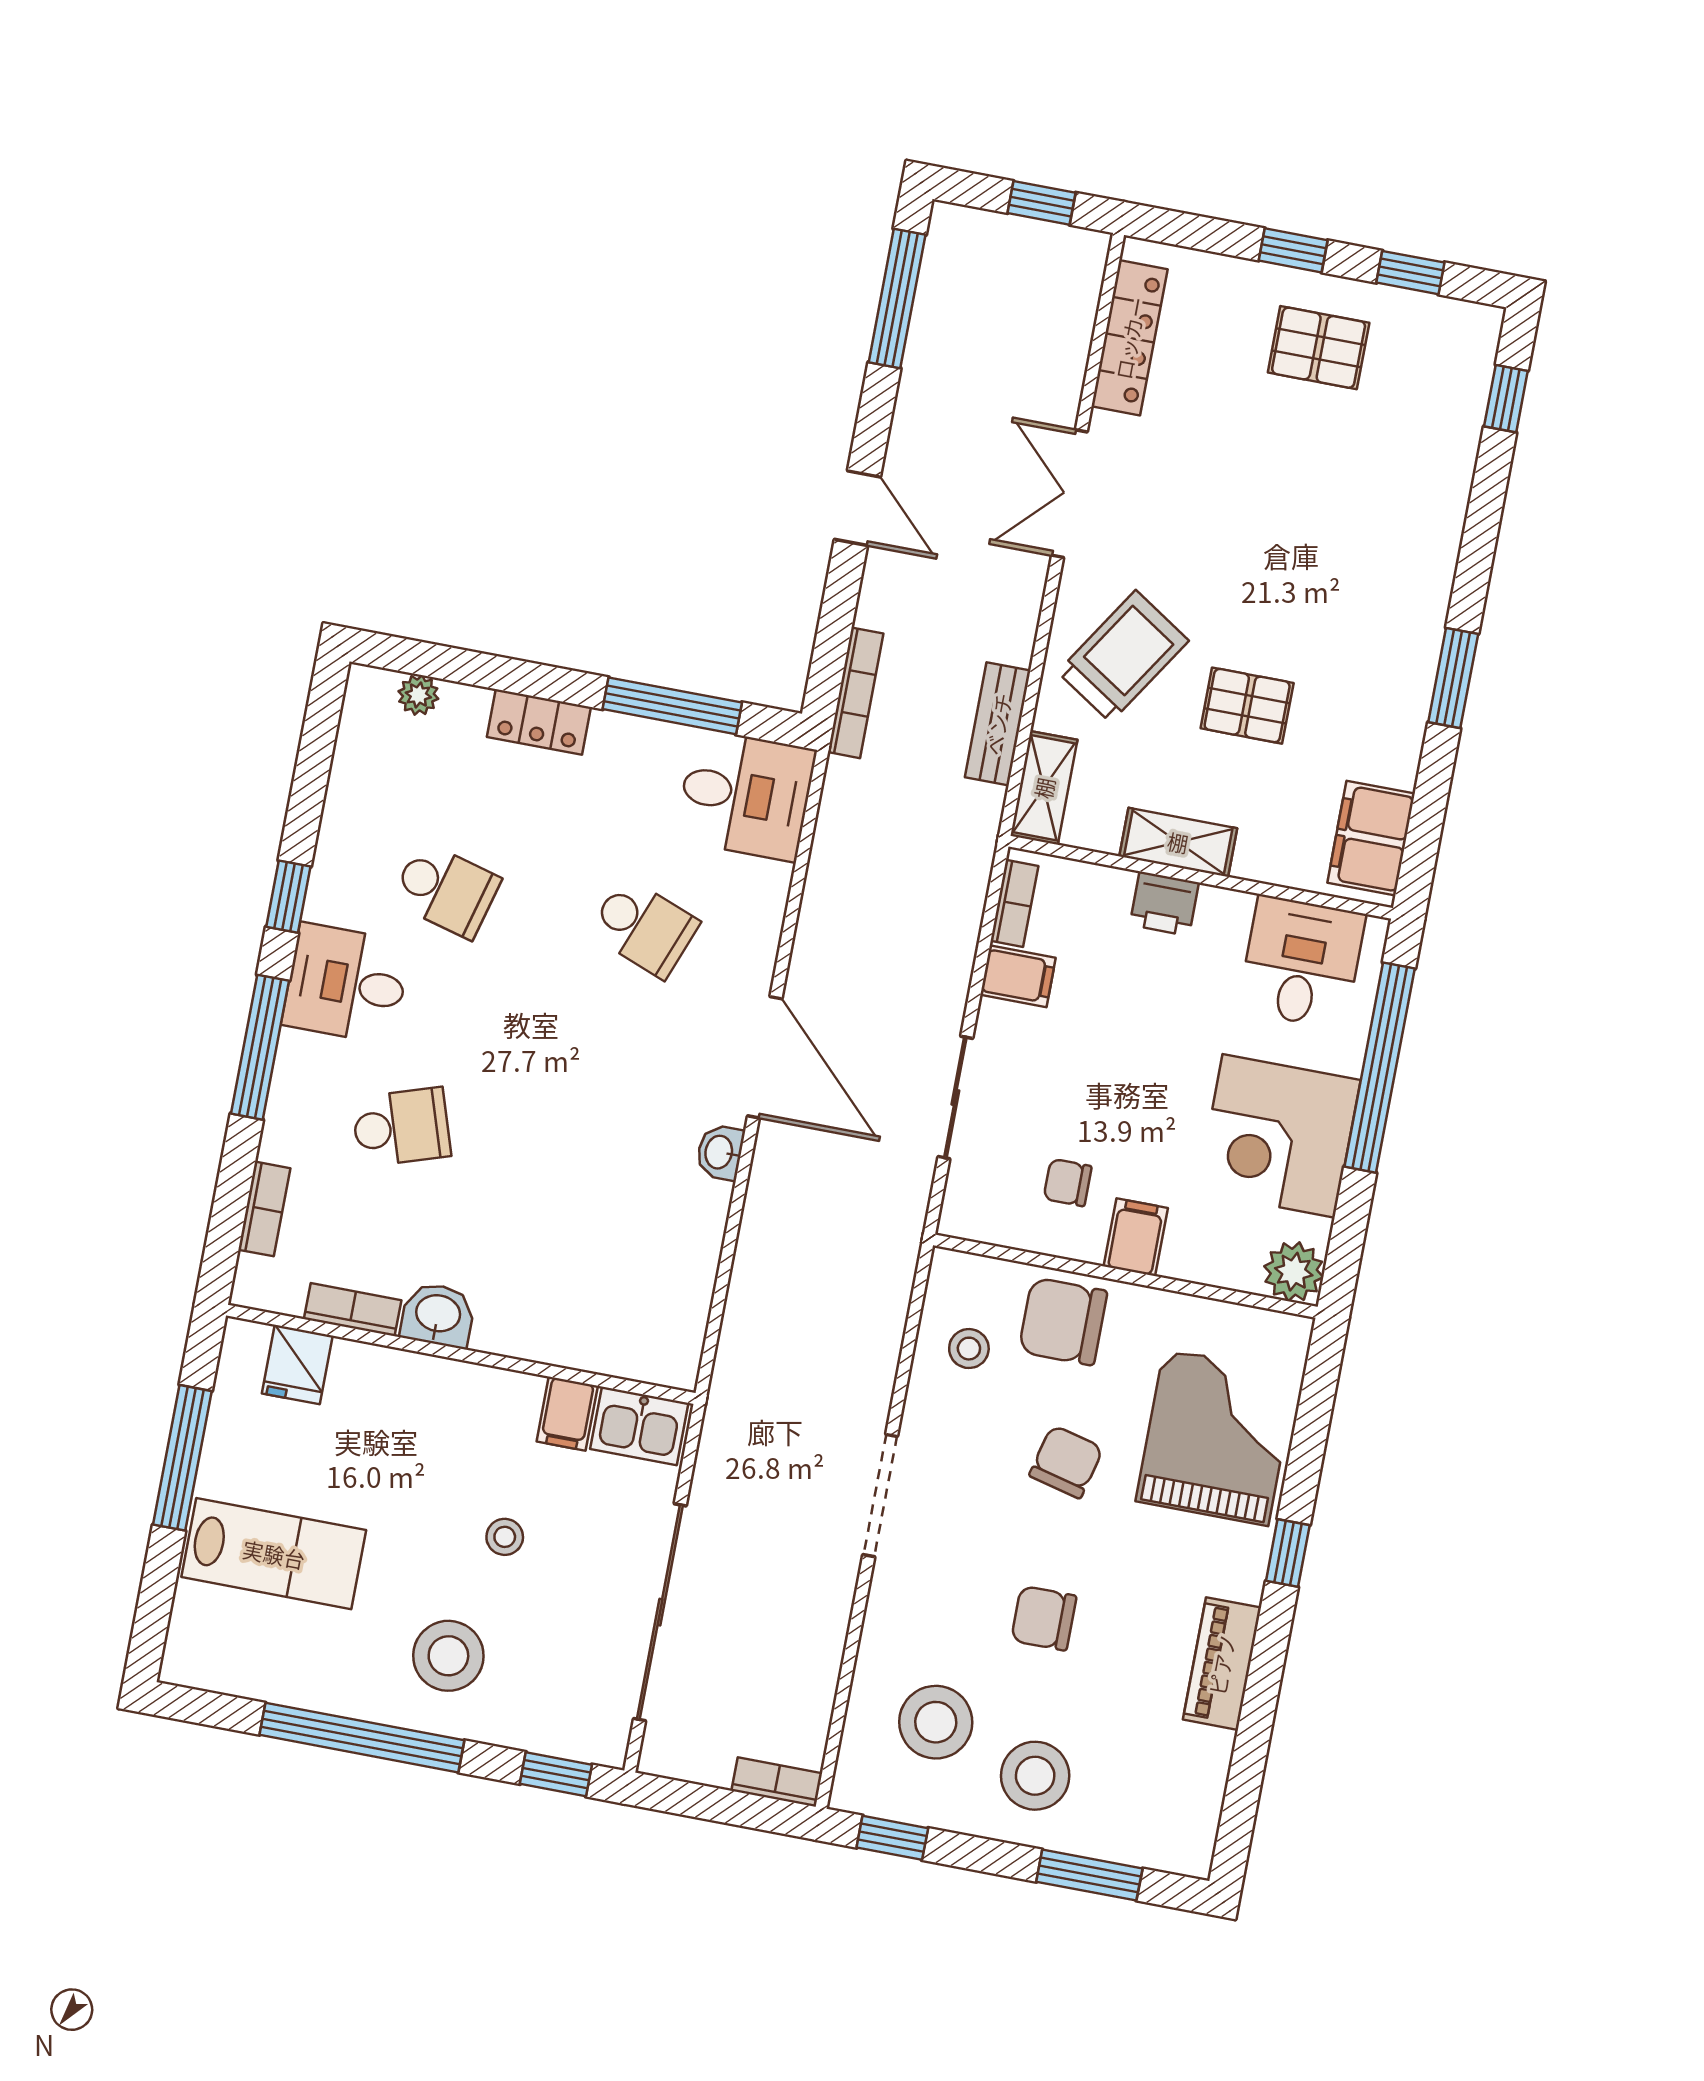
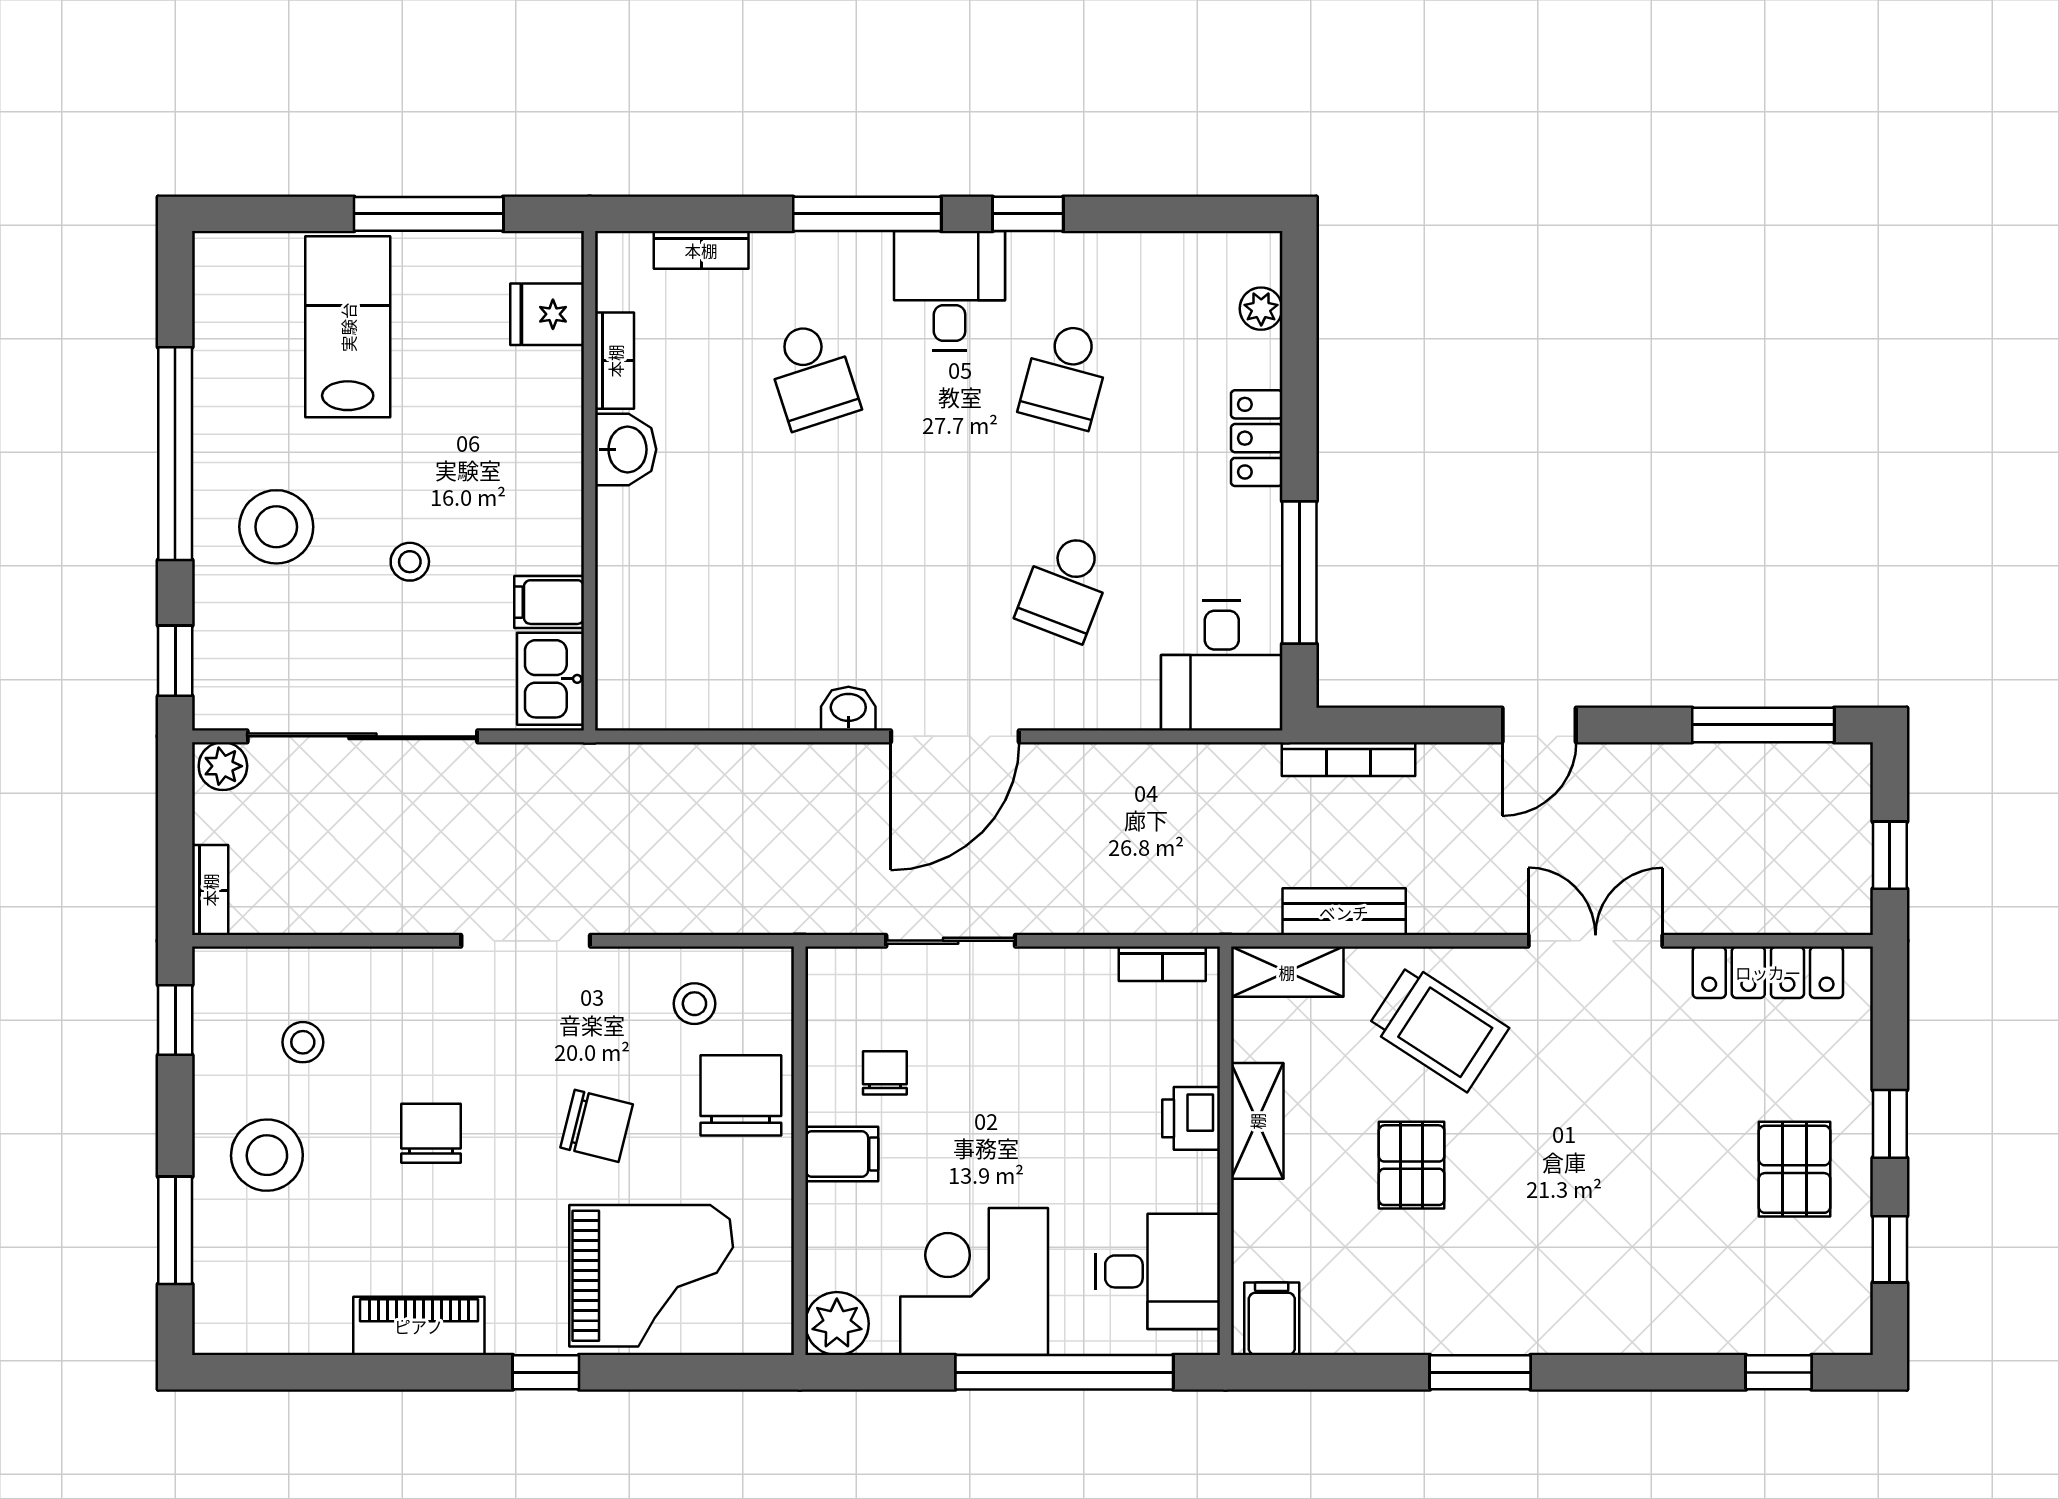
filing cabinet: (1371, 838) -> (1272, 1319), width x0.50
filing cabinet: (1018, 976) -> (1088, 982), removed
lab bench: (274, 1554) -> (348, 327), turned 180
stool: (936, 1722) -> (303, 1042), width x0.53, depth x0.53
plant: (663, 1748) -> (223, 766), added

